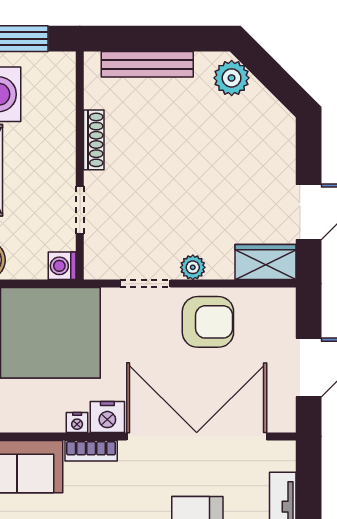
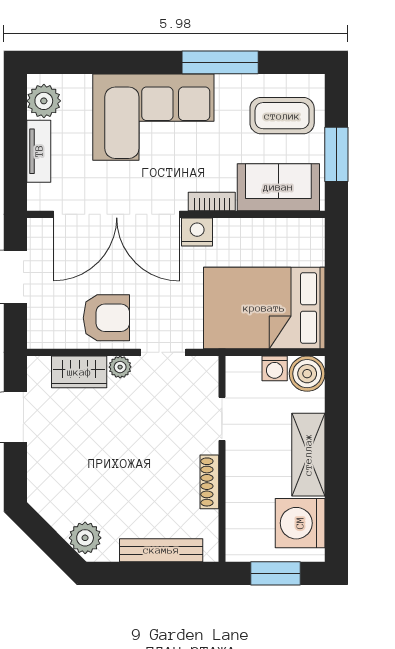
wardrobe: (265, 262) -> (79, 372), moved
washing machine: (62, 266) -> (275, 368), moved, turned 90
armchair: (208, 322) -> (106, 318), turned 180
nightstand: (77, 423) -> (224, 227), removed

